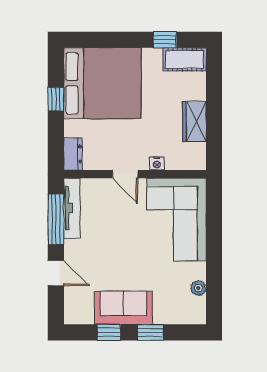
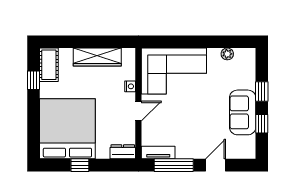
wardrobe: (194, 121) -> (97, 57), width x1.50
tv unit: (72, 208) -> (158, 153), width x0.71

